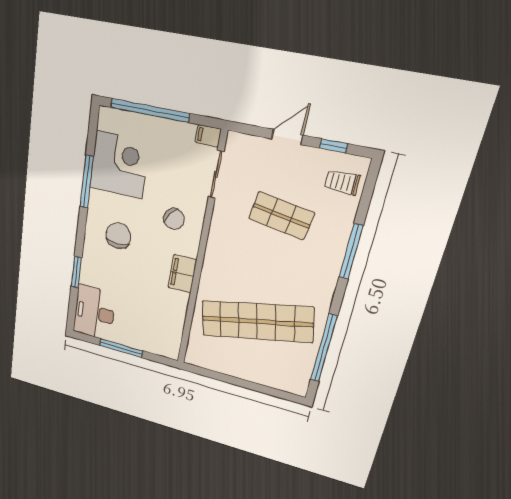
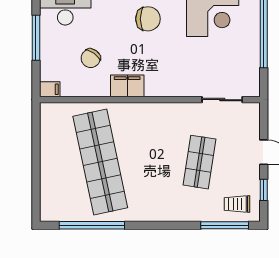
filing cabinet: (208, 136) -> (50, 89), moved, turned 90
trolley: (342, 182) -> (237, 204), turned -90
chair: (174, 219) -> (91, 58), moved
window: (351, 252) -> (225, 225), moved

